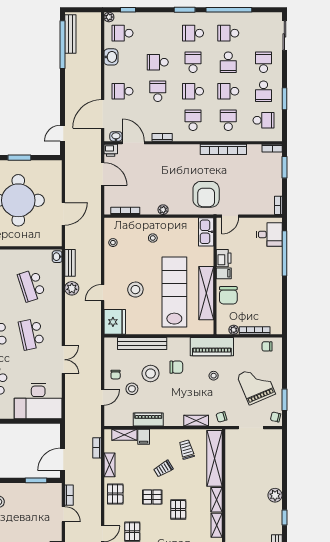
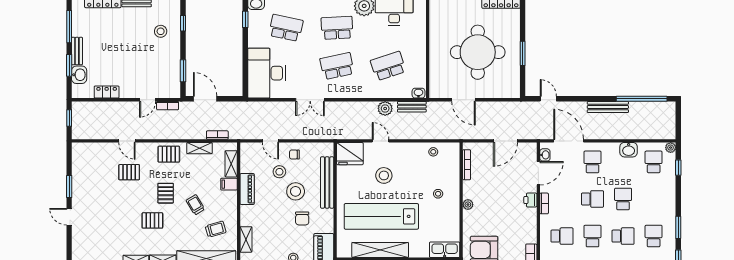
bench: (70, 34) -> (608, 107), moved
printer: (111, 150) -> (530, 200), moved
lab bench: (174, 292) -> (381, 216), turned 180

